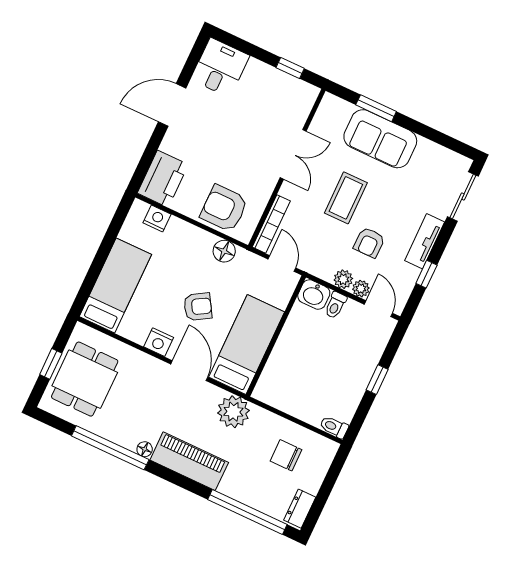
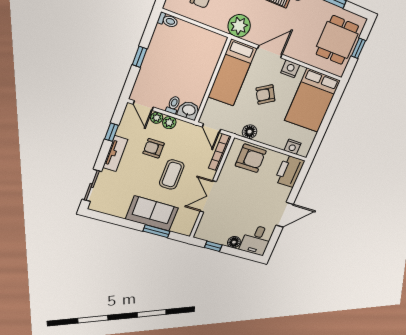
floor lamp: (257, 70) -> (234, 242), added
armchair: (369, 243) -> (154, 148), turned -90
bed: (115, 286) -> (312, 100), width x1.50
door: (189, 371) -> (270, 52), swing flipped

